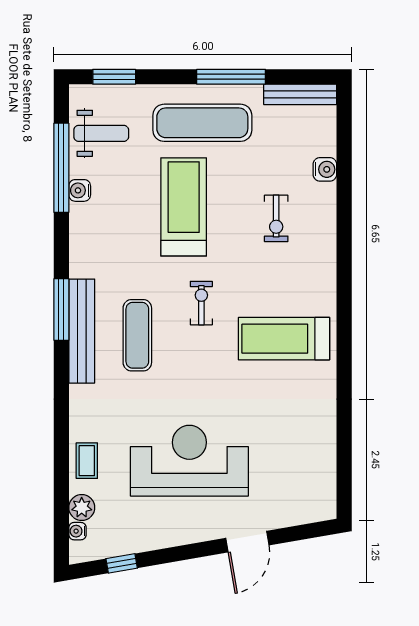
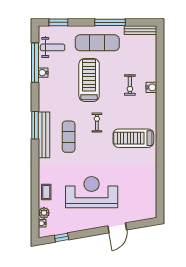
water cooler: (325, 169) -> (151, 87), moved

